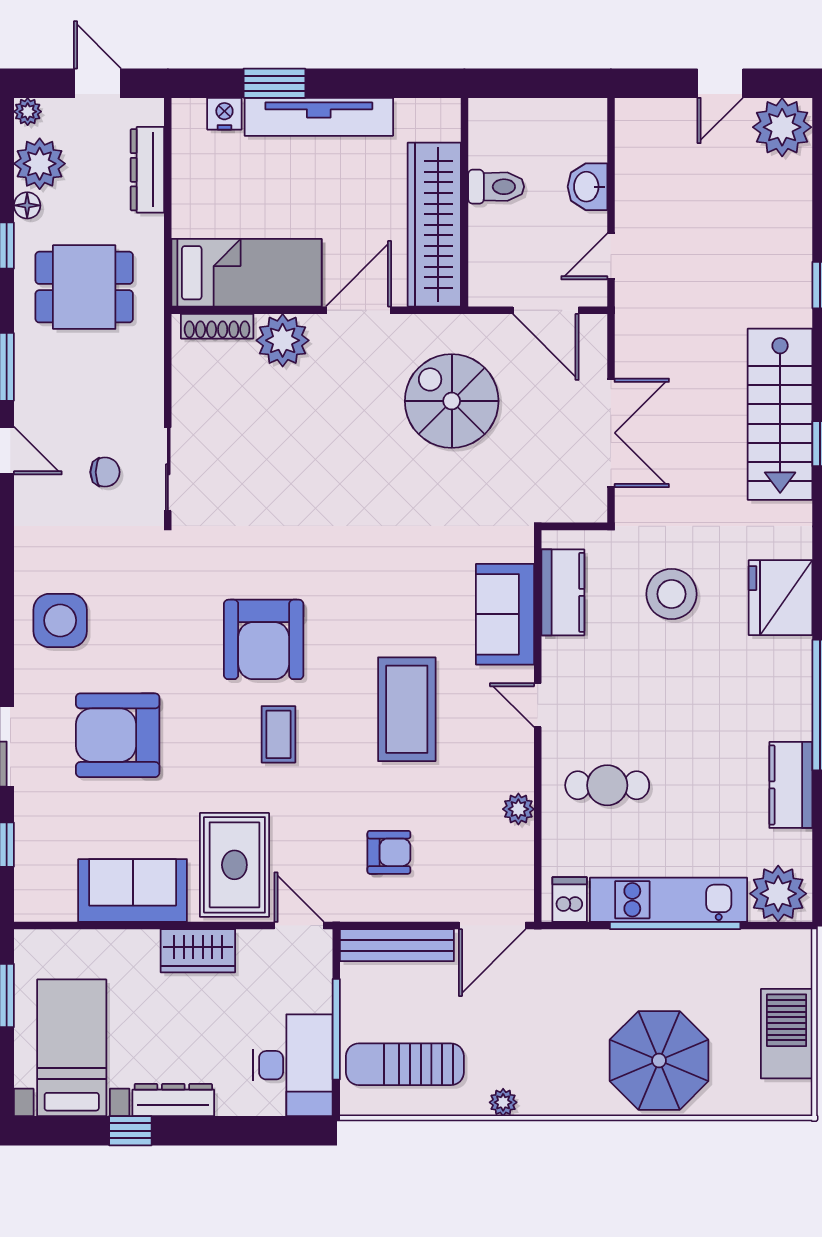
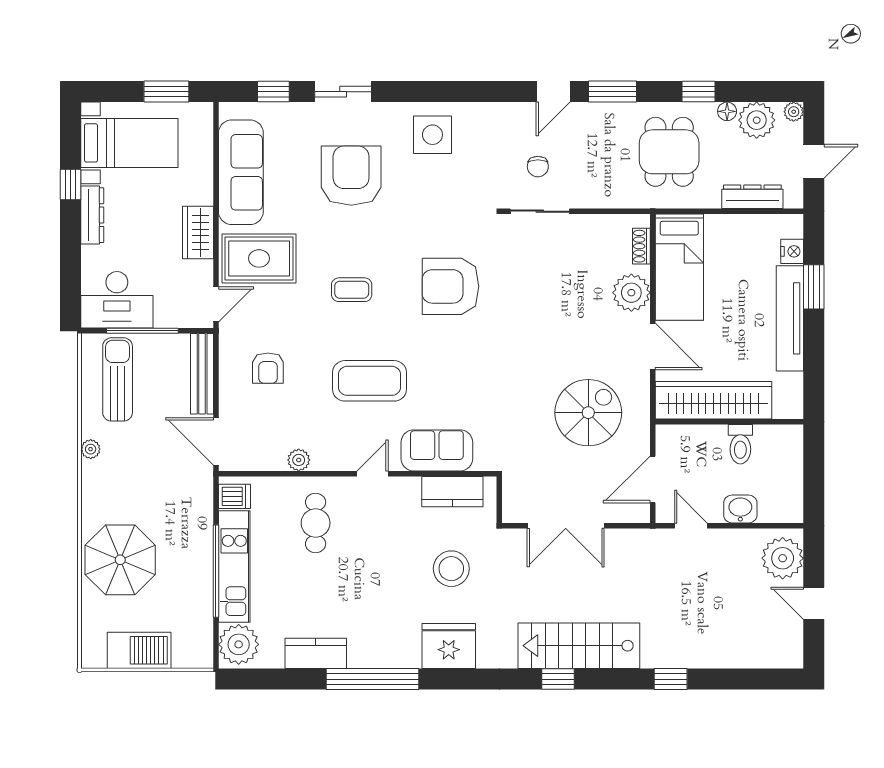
plant: (782, 127) -> (783, 558), moved
shoe rack: (217, 326) -> (641, 246), width x0.70
armchair: (264, 639) -> (450, 286), moved
sofa: (133, 890) -> (241, 172), width x1.36

